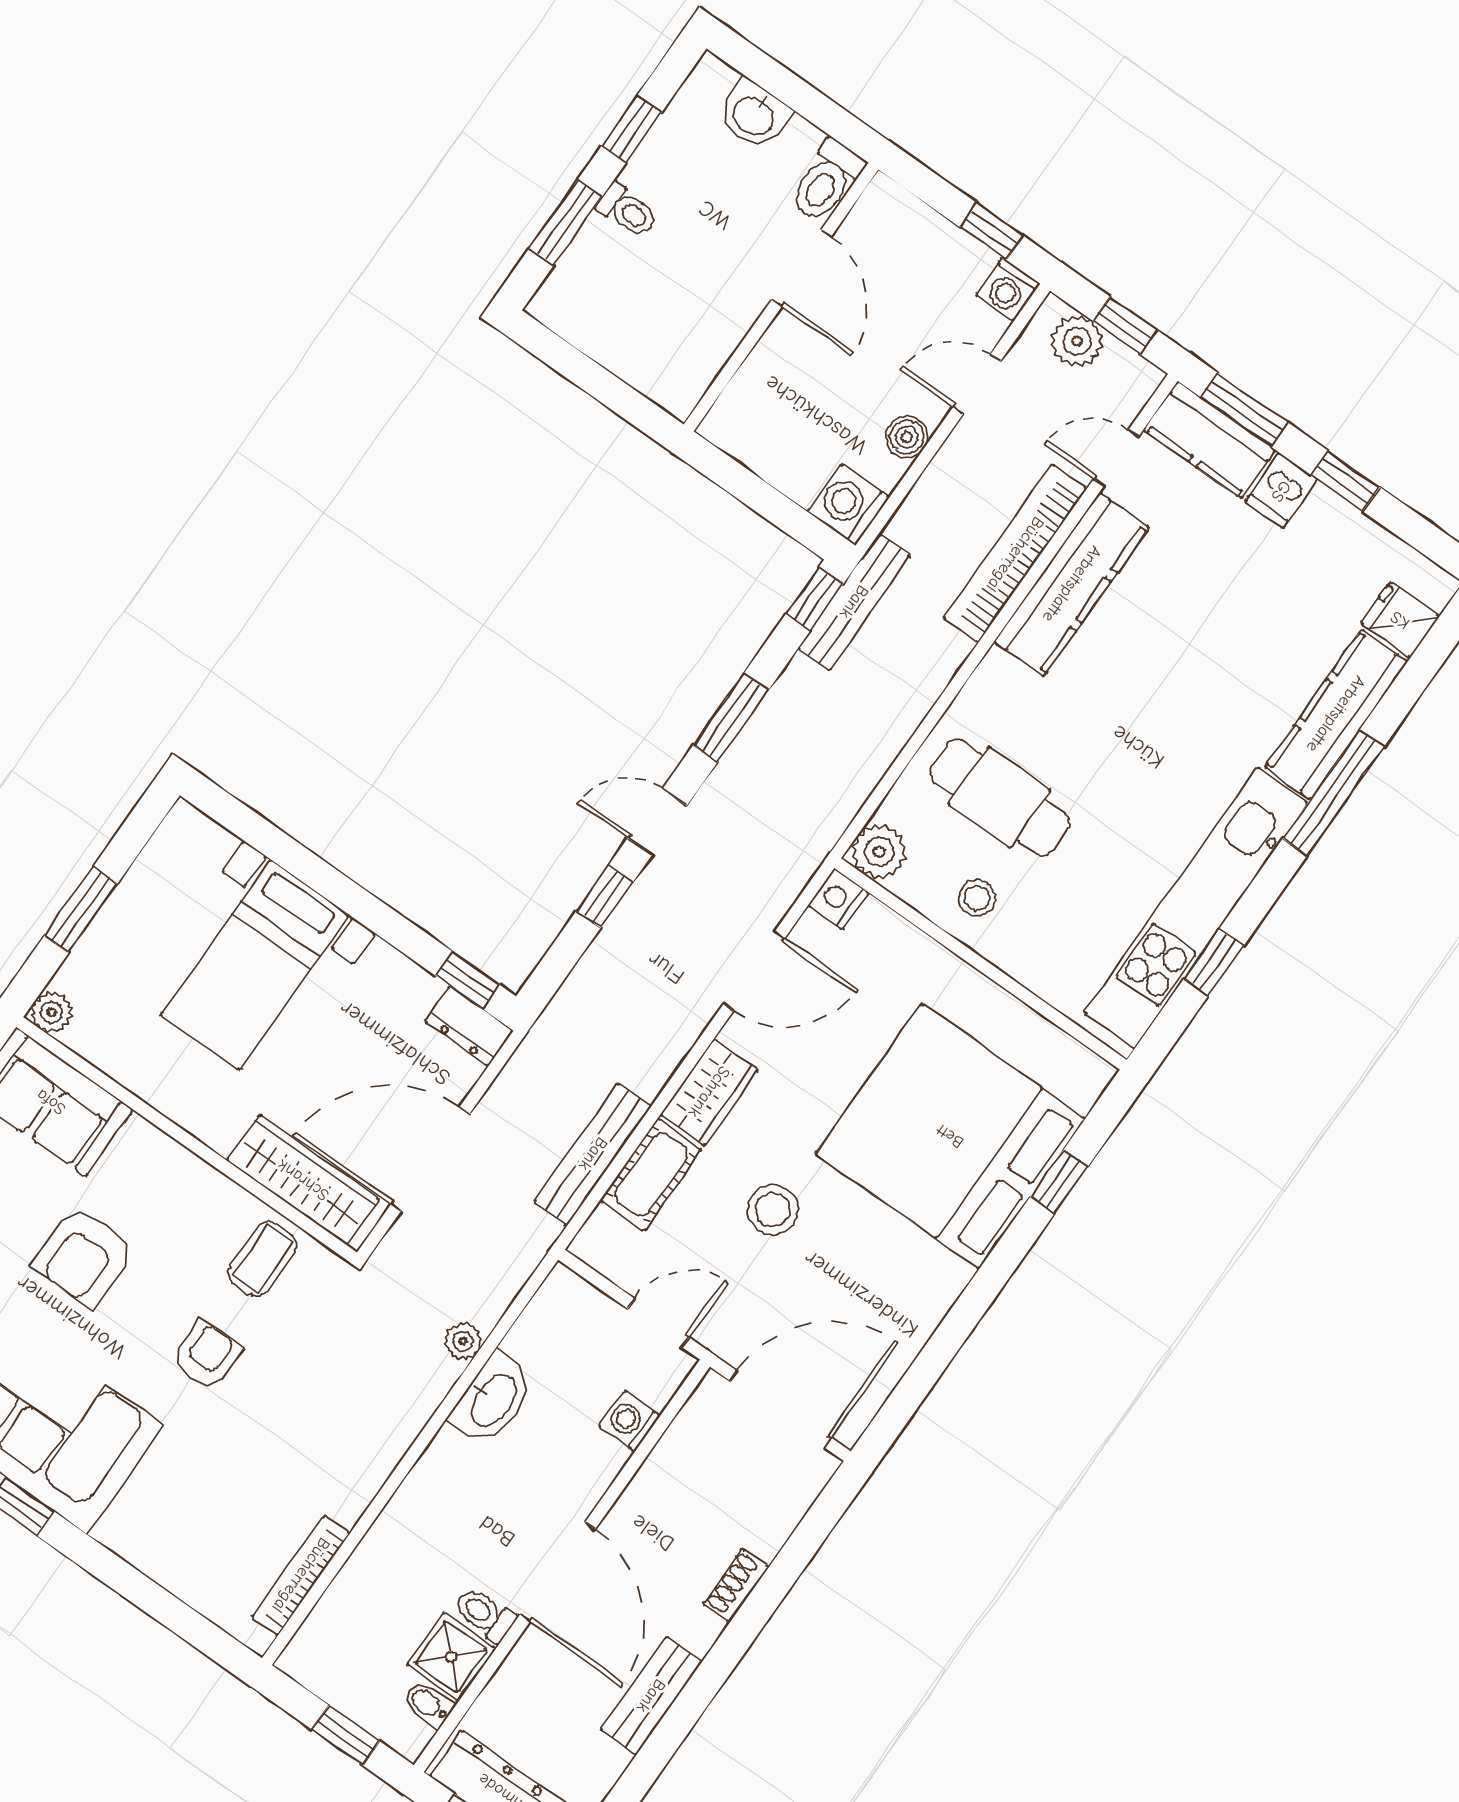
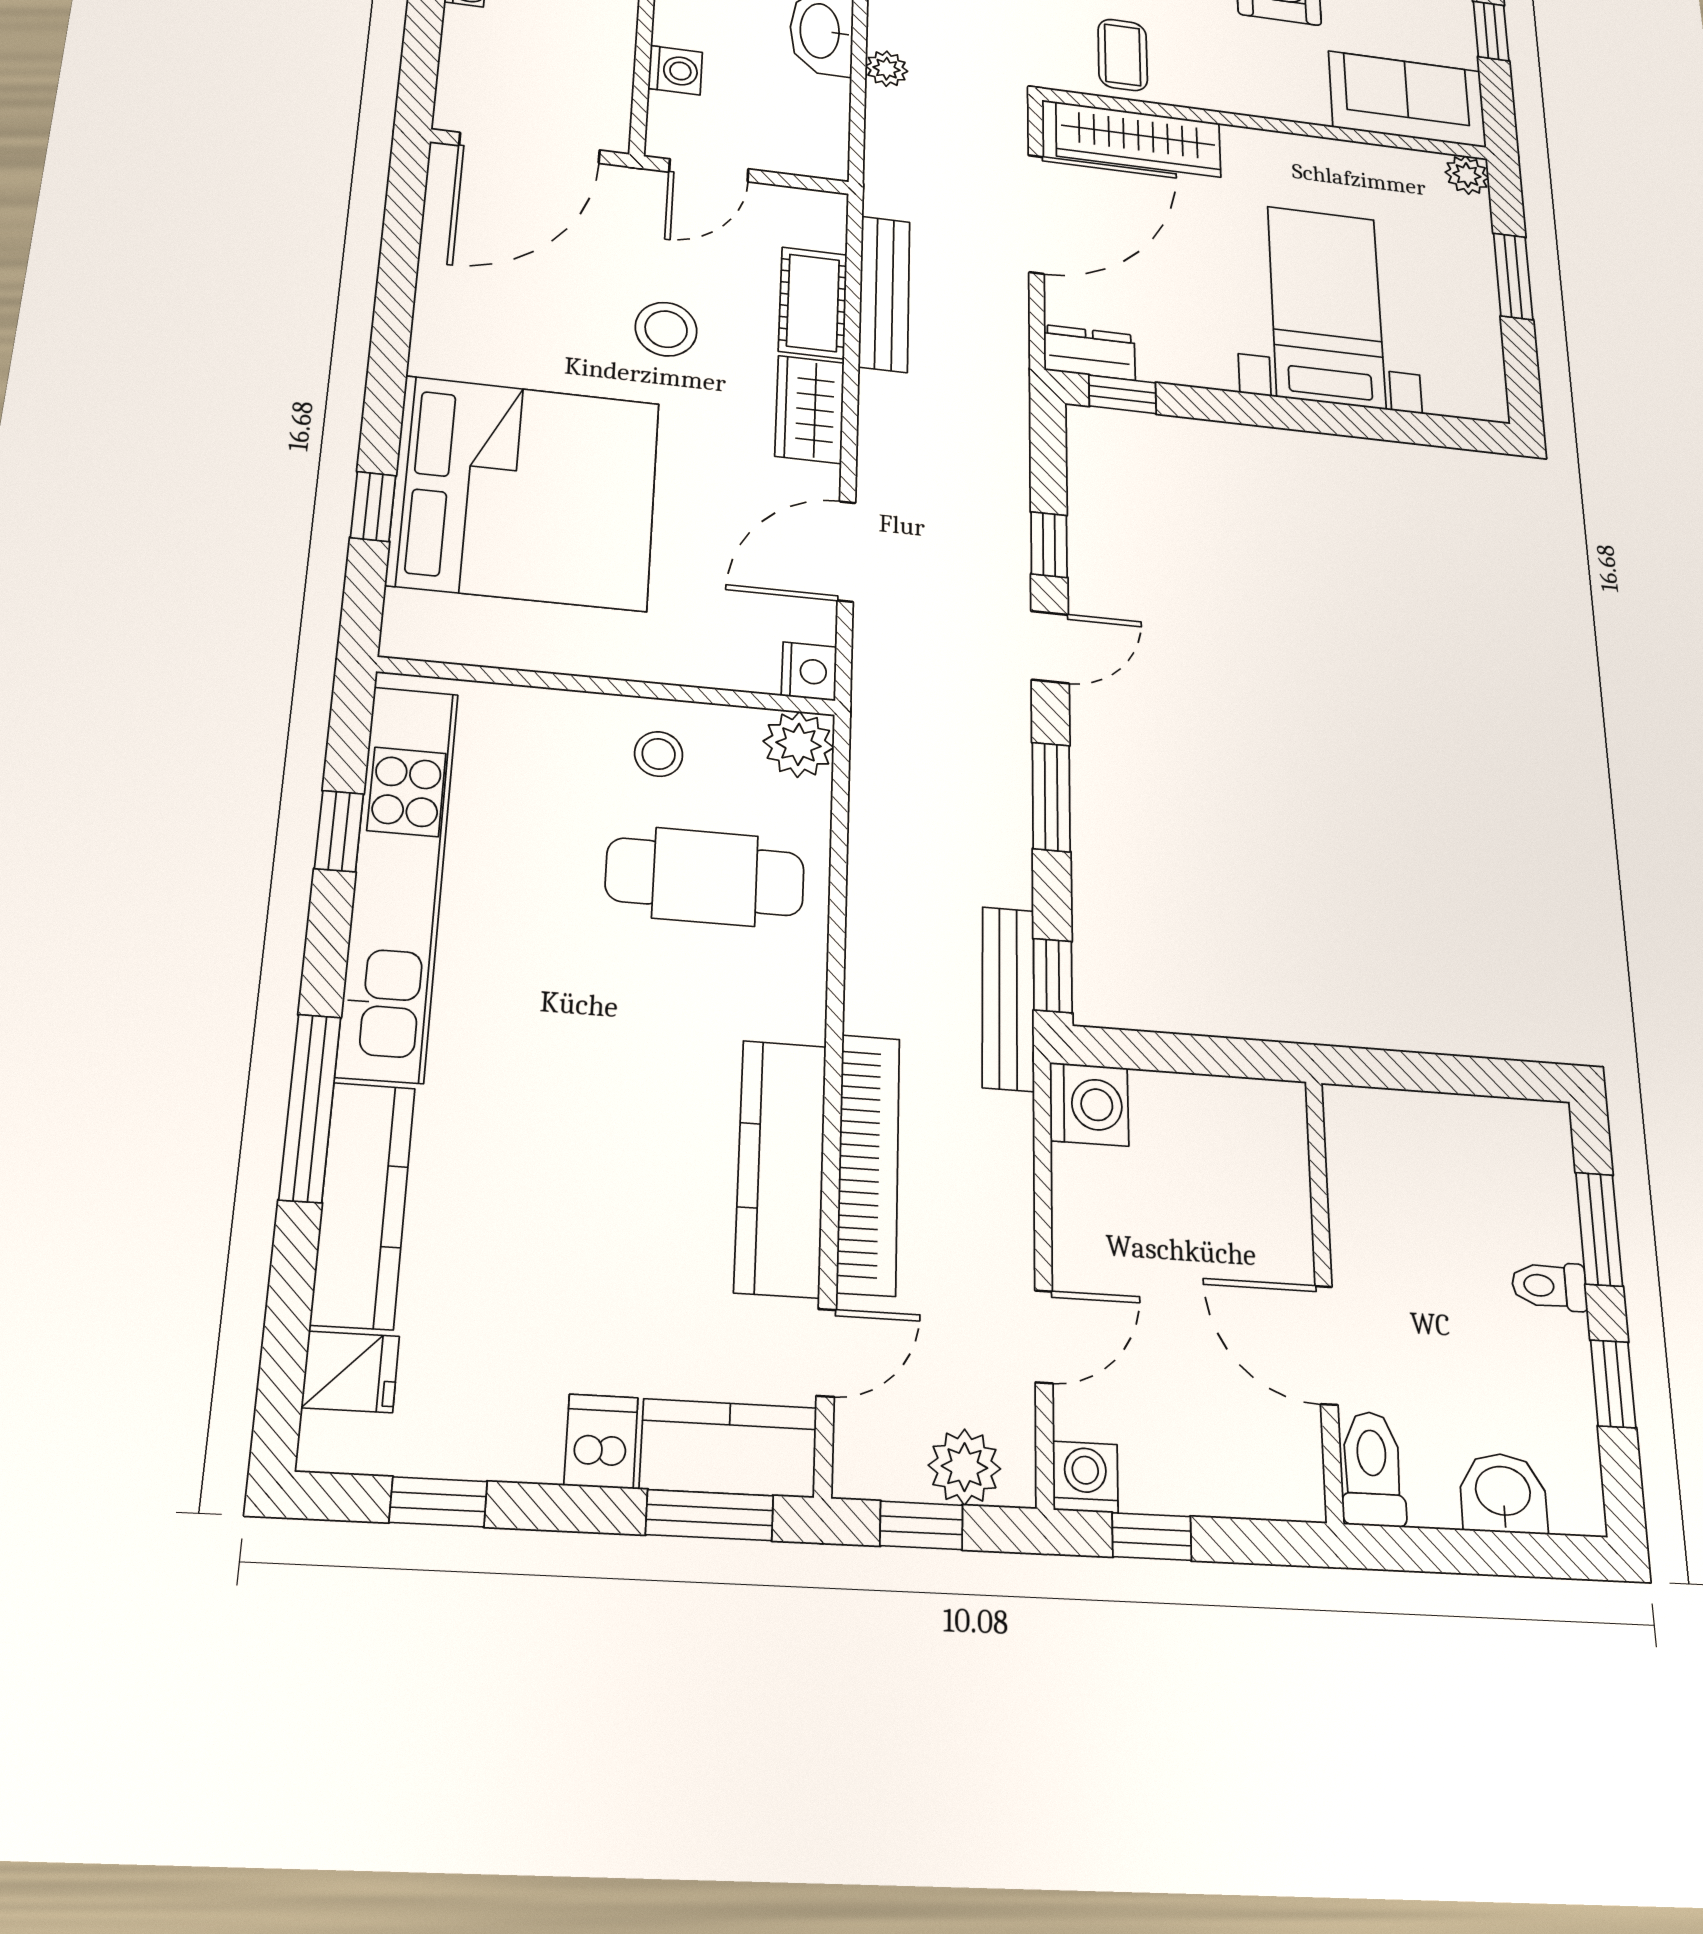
boiler: (907, 437) -> (1079, 1223), removed
window: (1345, 481) -> (438, 1502), moved

